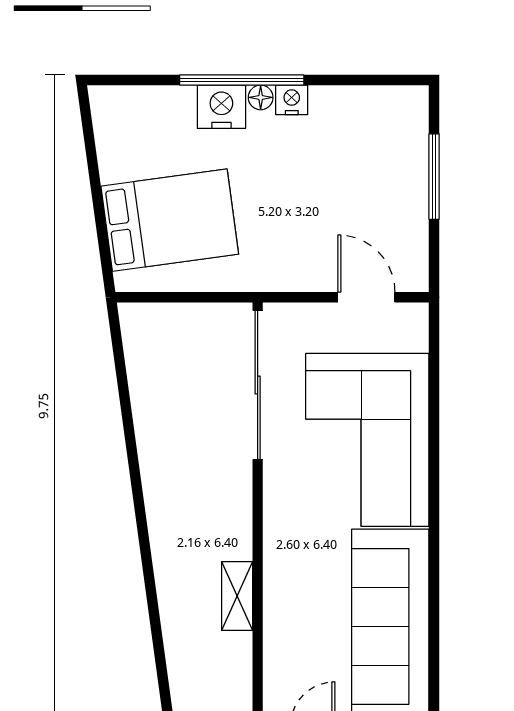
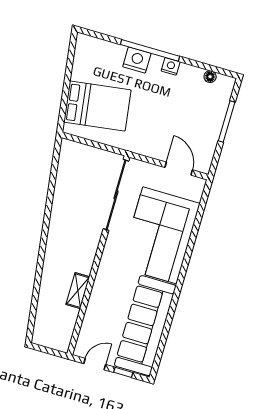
floor lamp: (261, 97) -> (210, 77), moved

